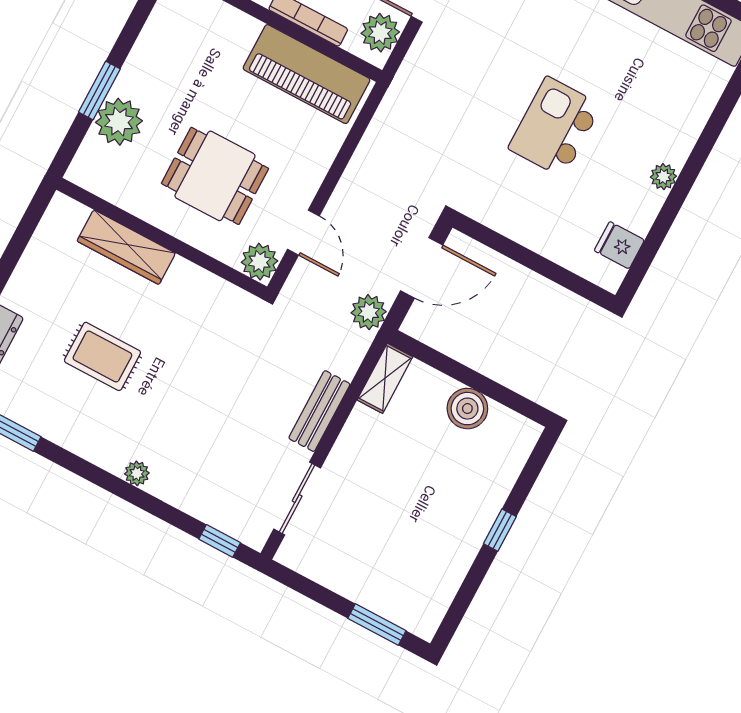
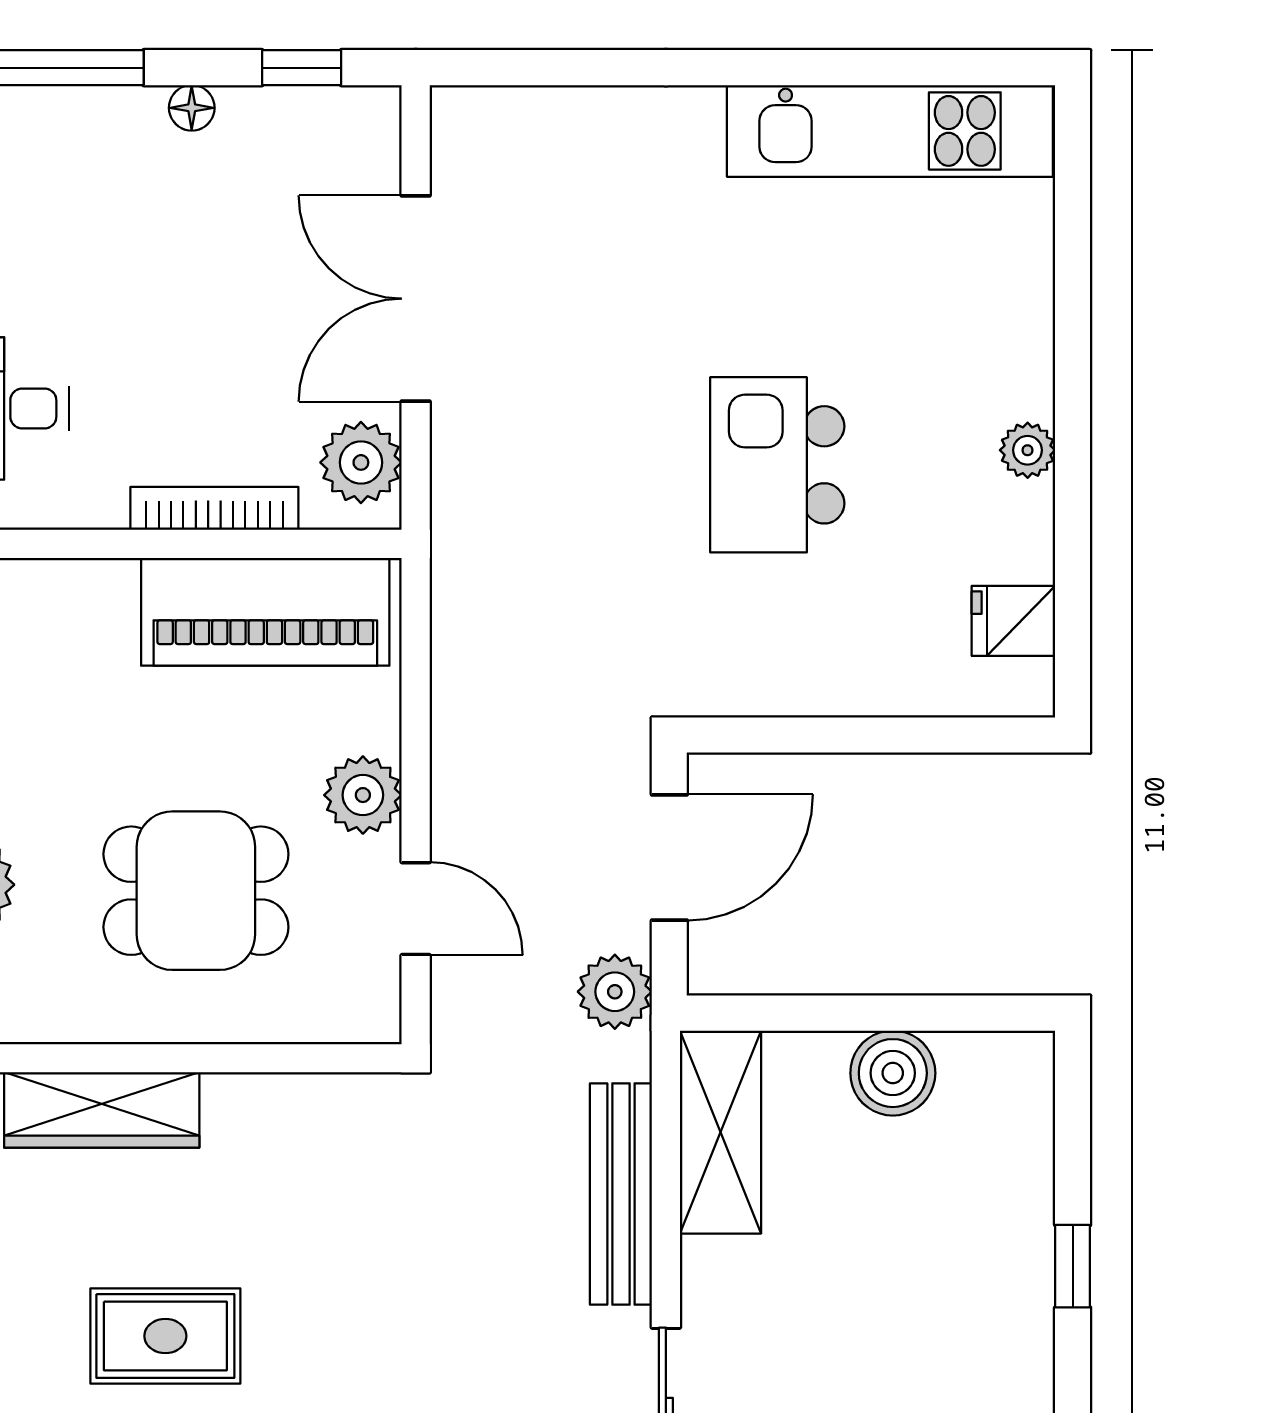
plant: (259, 262) -> (363, 795), moved
shelving: (385, 378) -> (720, 1132), width x1.50, depth x1.33
bench: (319, 411) -> (621, 1194), width x1.36

